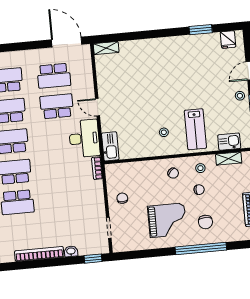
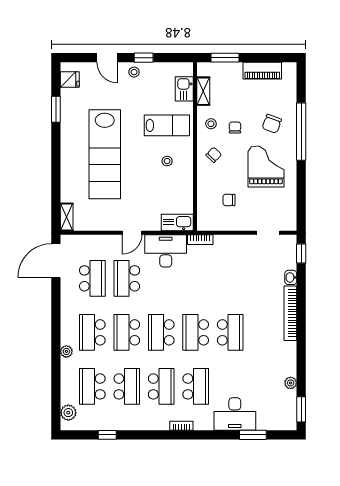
lab bench: (165, 77) -> (105, 154), added
chair: (122, 198) -> (229, 200), moved
chair: (205, 222) -> (272, 124), turned 110

